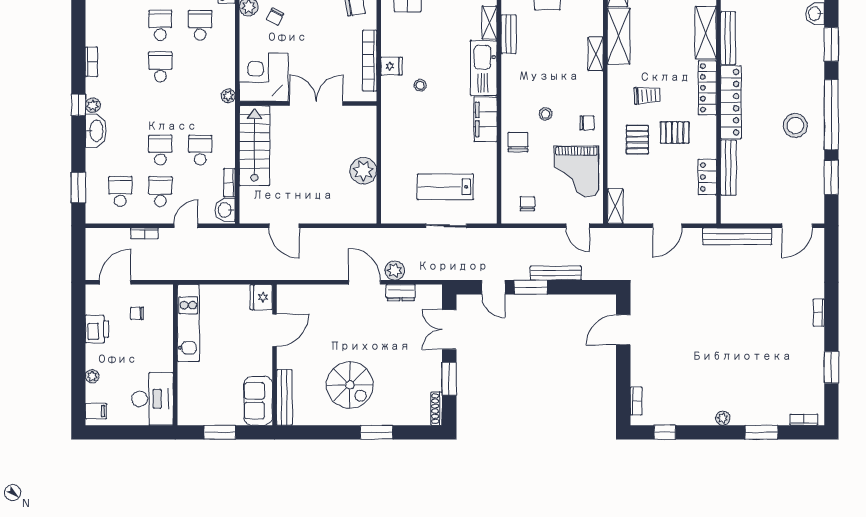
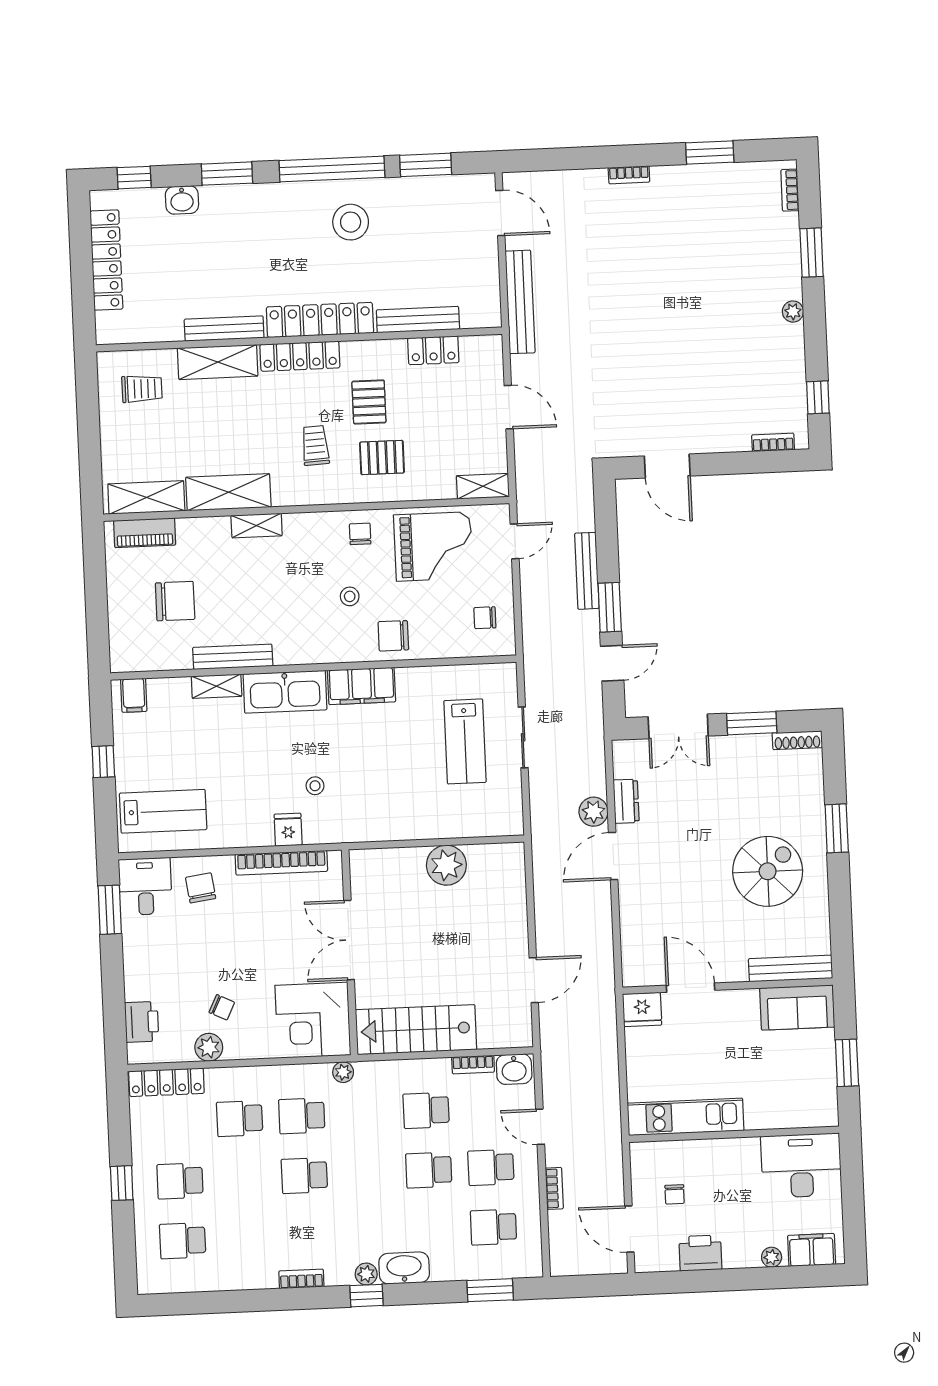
school desk: (160, 25) -> (302, 1116), moved
bench: (509, 34) -> (233, 657), width x1.36
filing cabinet: (96, 411) -> (812, 1250), width x2.00

